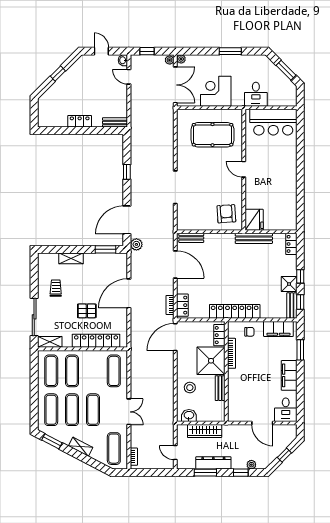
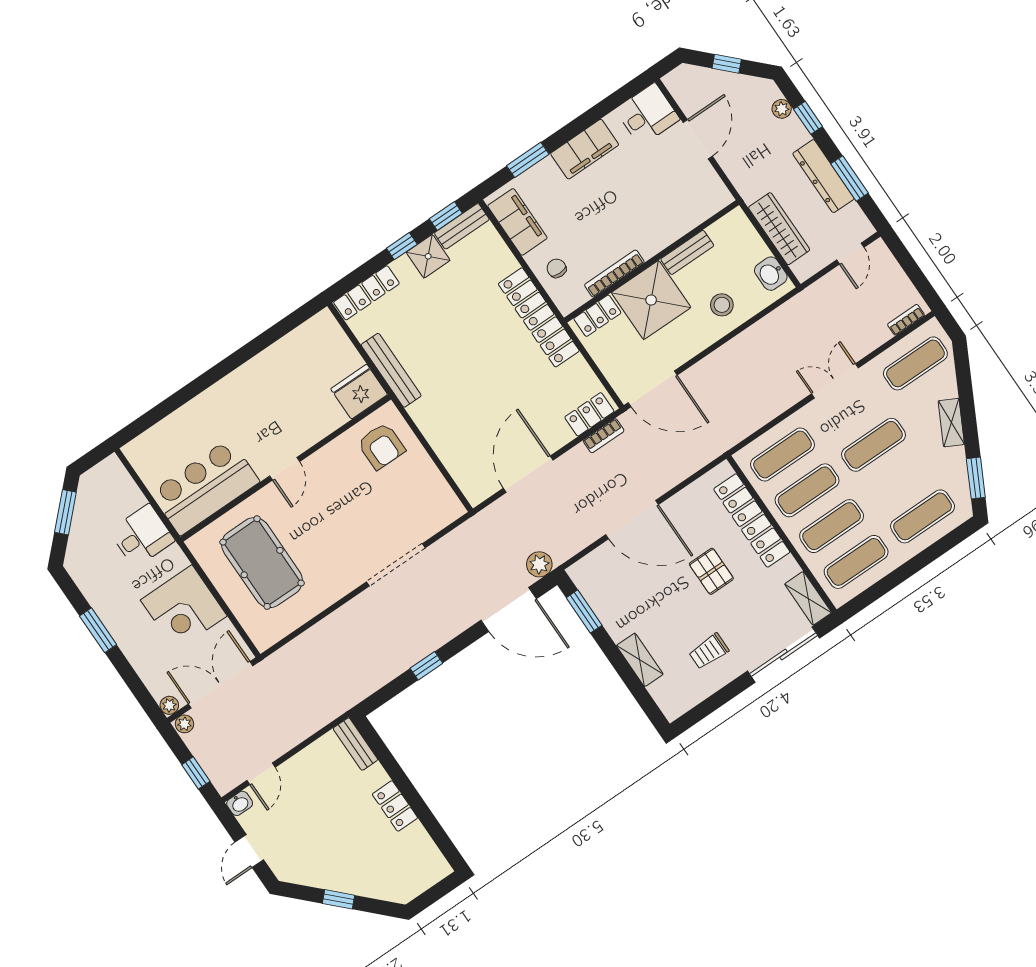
bar counter: (273, 122) -> (205, 487), moved, turned -90
armchair: (226, 214) -> (381, 446), turned -86
bench: (191, 238) -> (464, 478), removed
locker: (291, 244) -> (366, 293), width x1.53
exercise mat: (72, 410) -> (807, 490), moved

